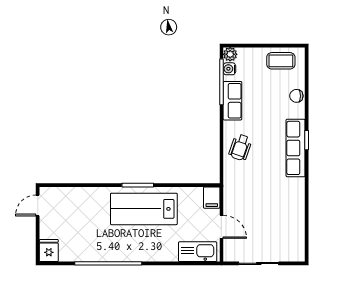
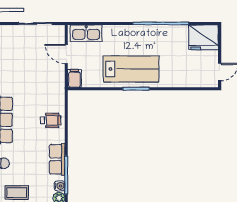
wheelchair: (240, 147) -> (51, 120), turned 71
fridge: (49, 251) -> (203, 37), width x1.88, depth x1.34

